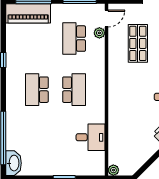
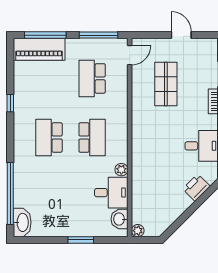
plant: (99, 33) -> (121, 170), moved
washbasin: (98, 160) -> (119, 219), added

